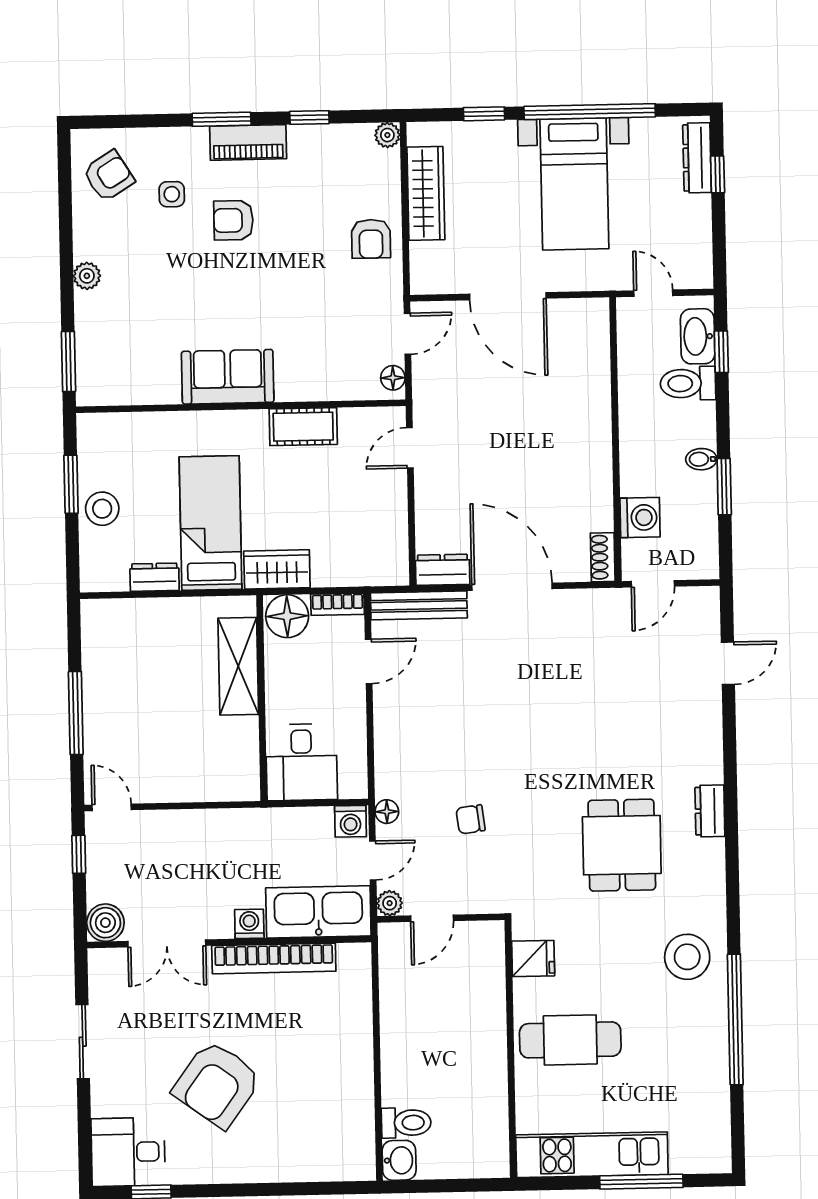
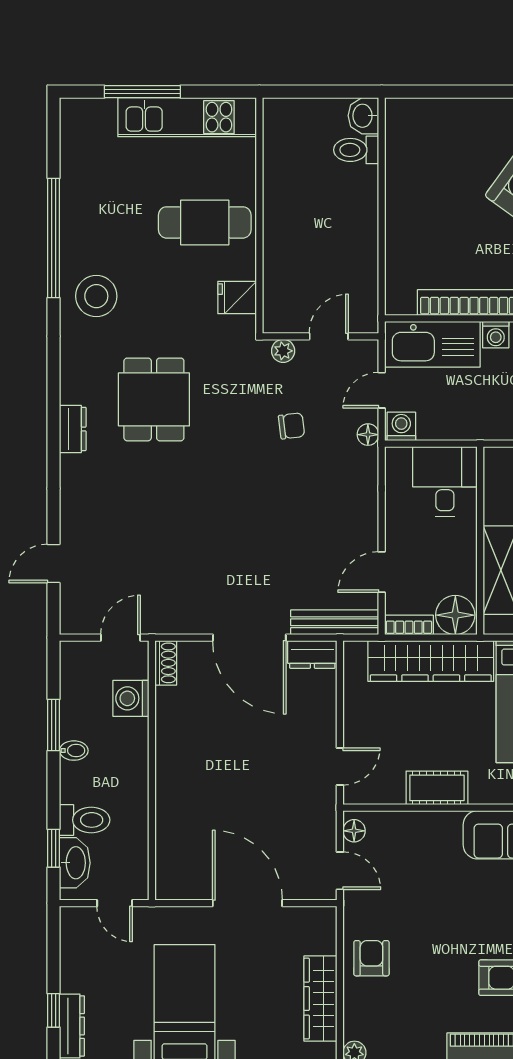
door: (407, 334) -> (340, 871), swing flipped
wardrobe: (277, 569) -> (431, 661), width x2.10, depth x1.17
plant: (390, 903) -> (283, 351), moved

